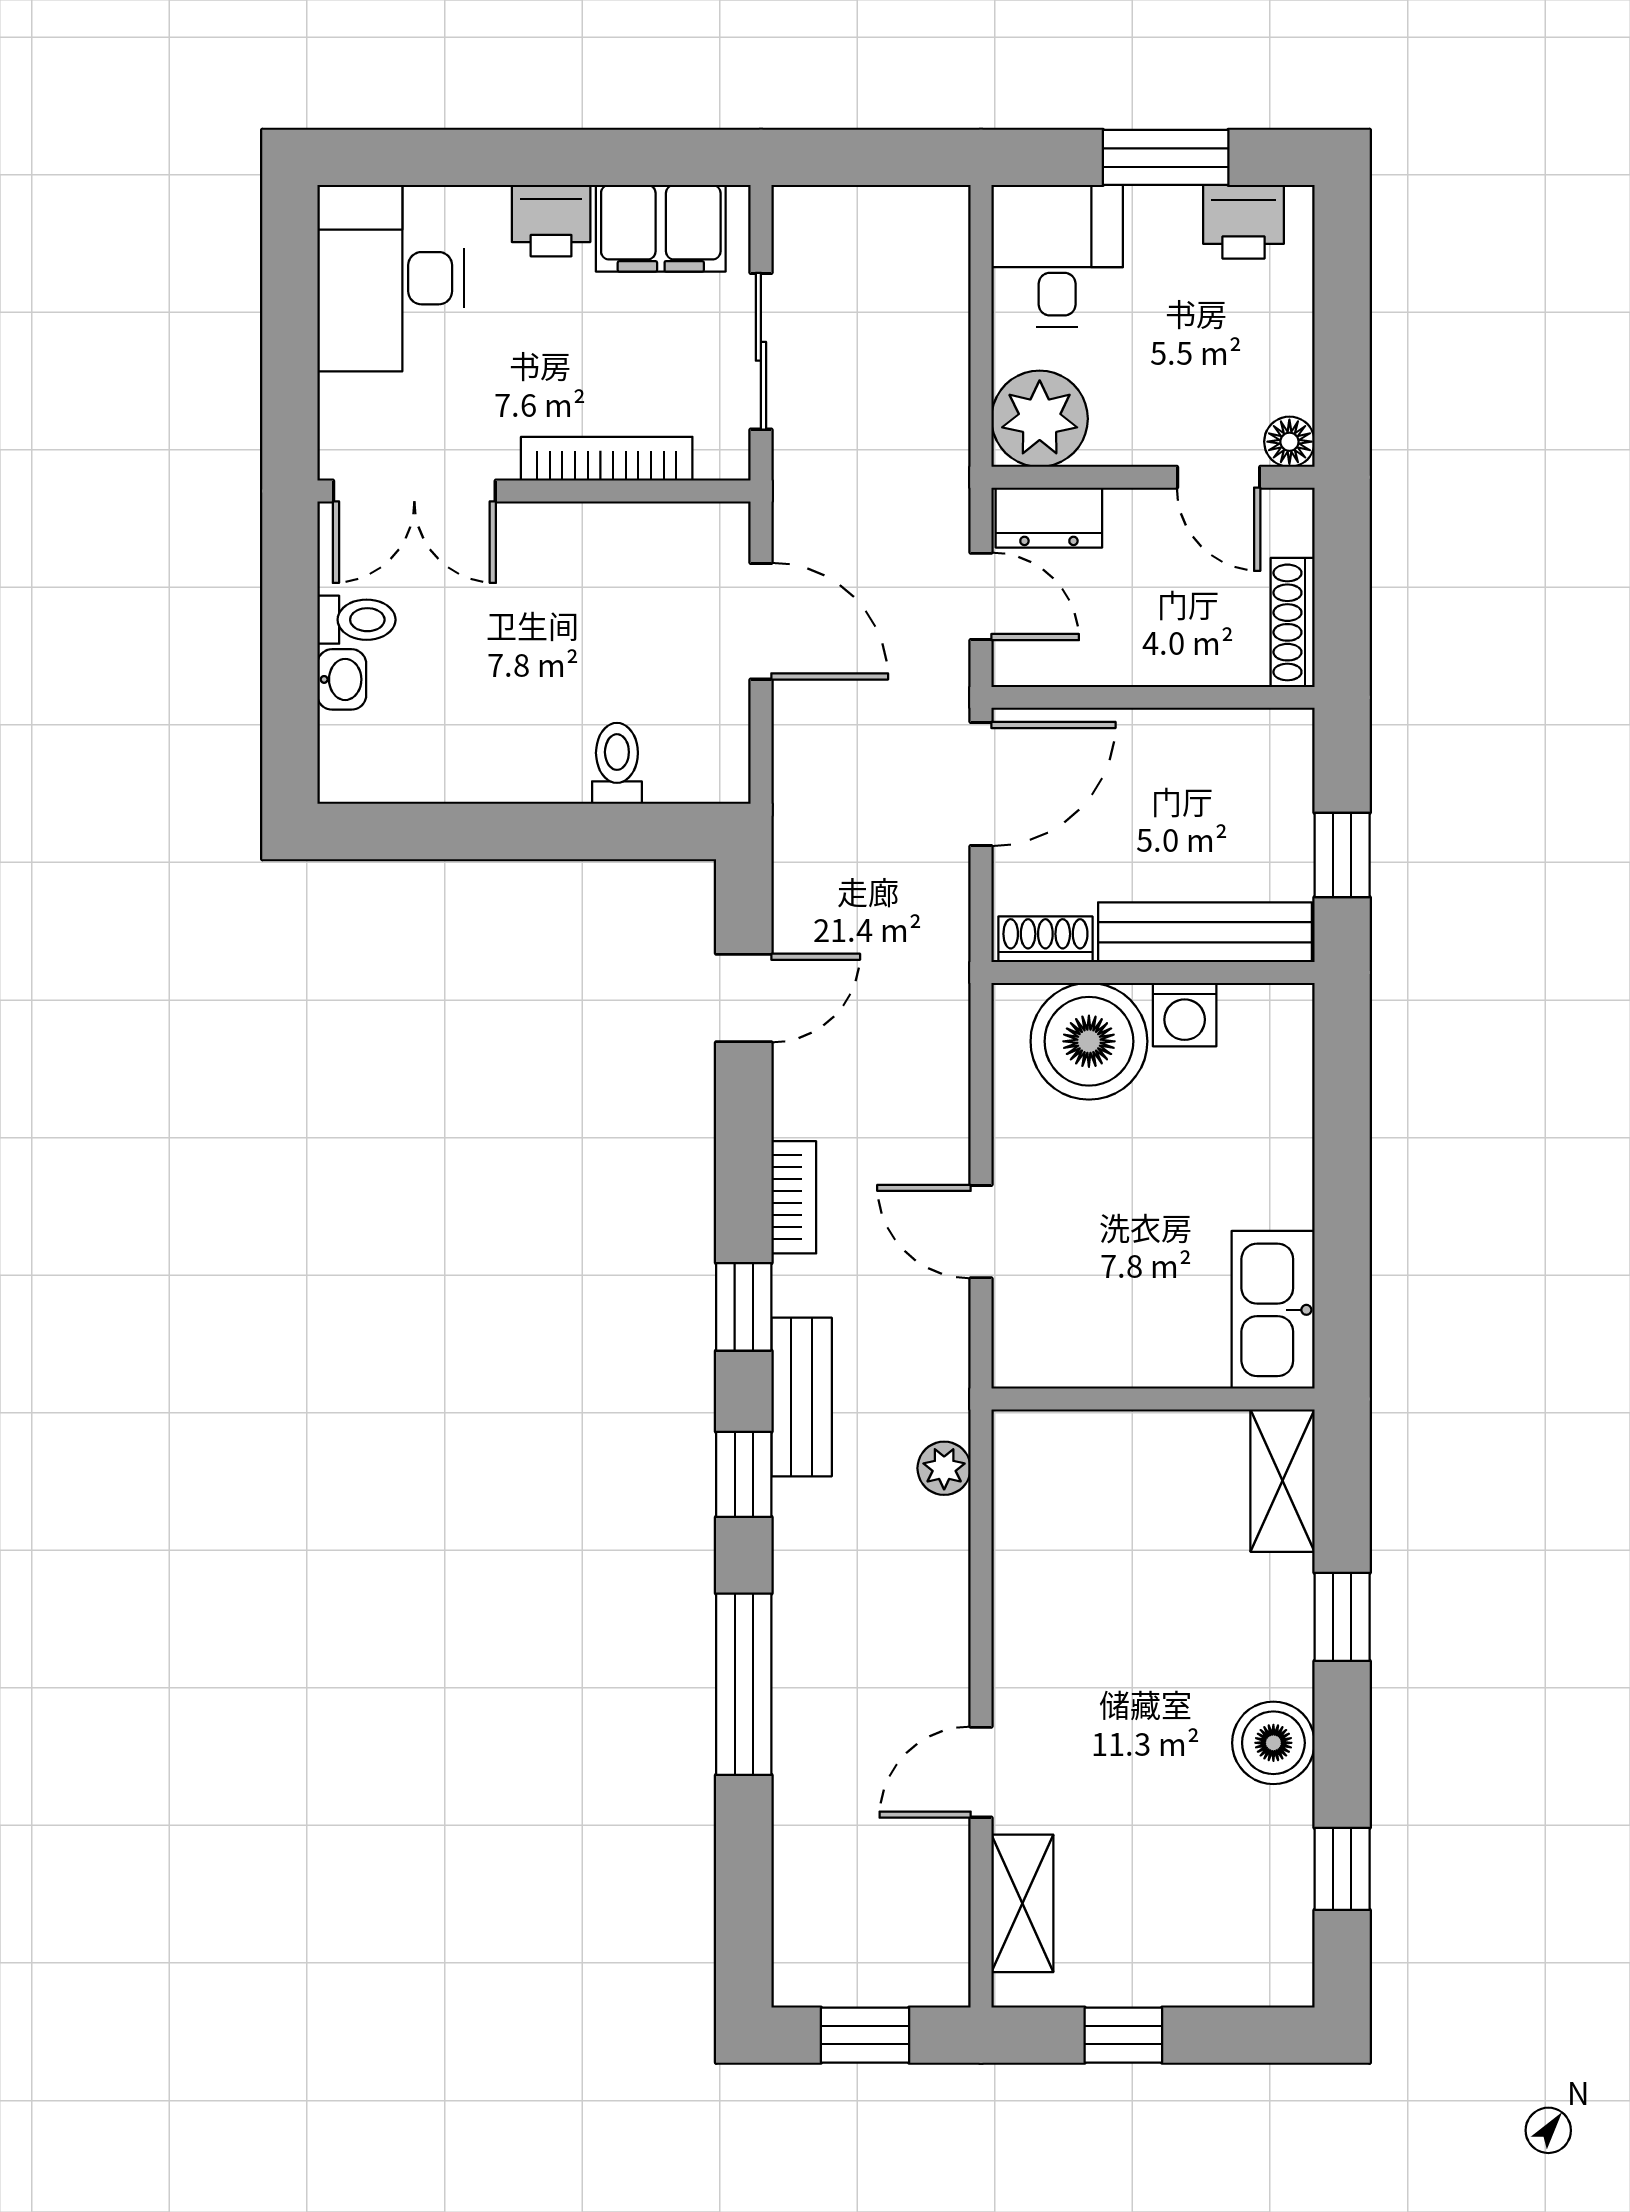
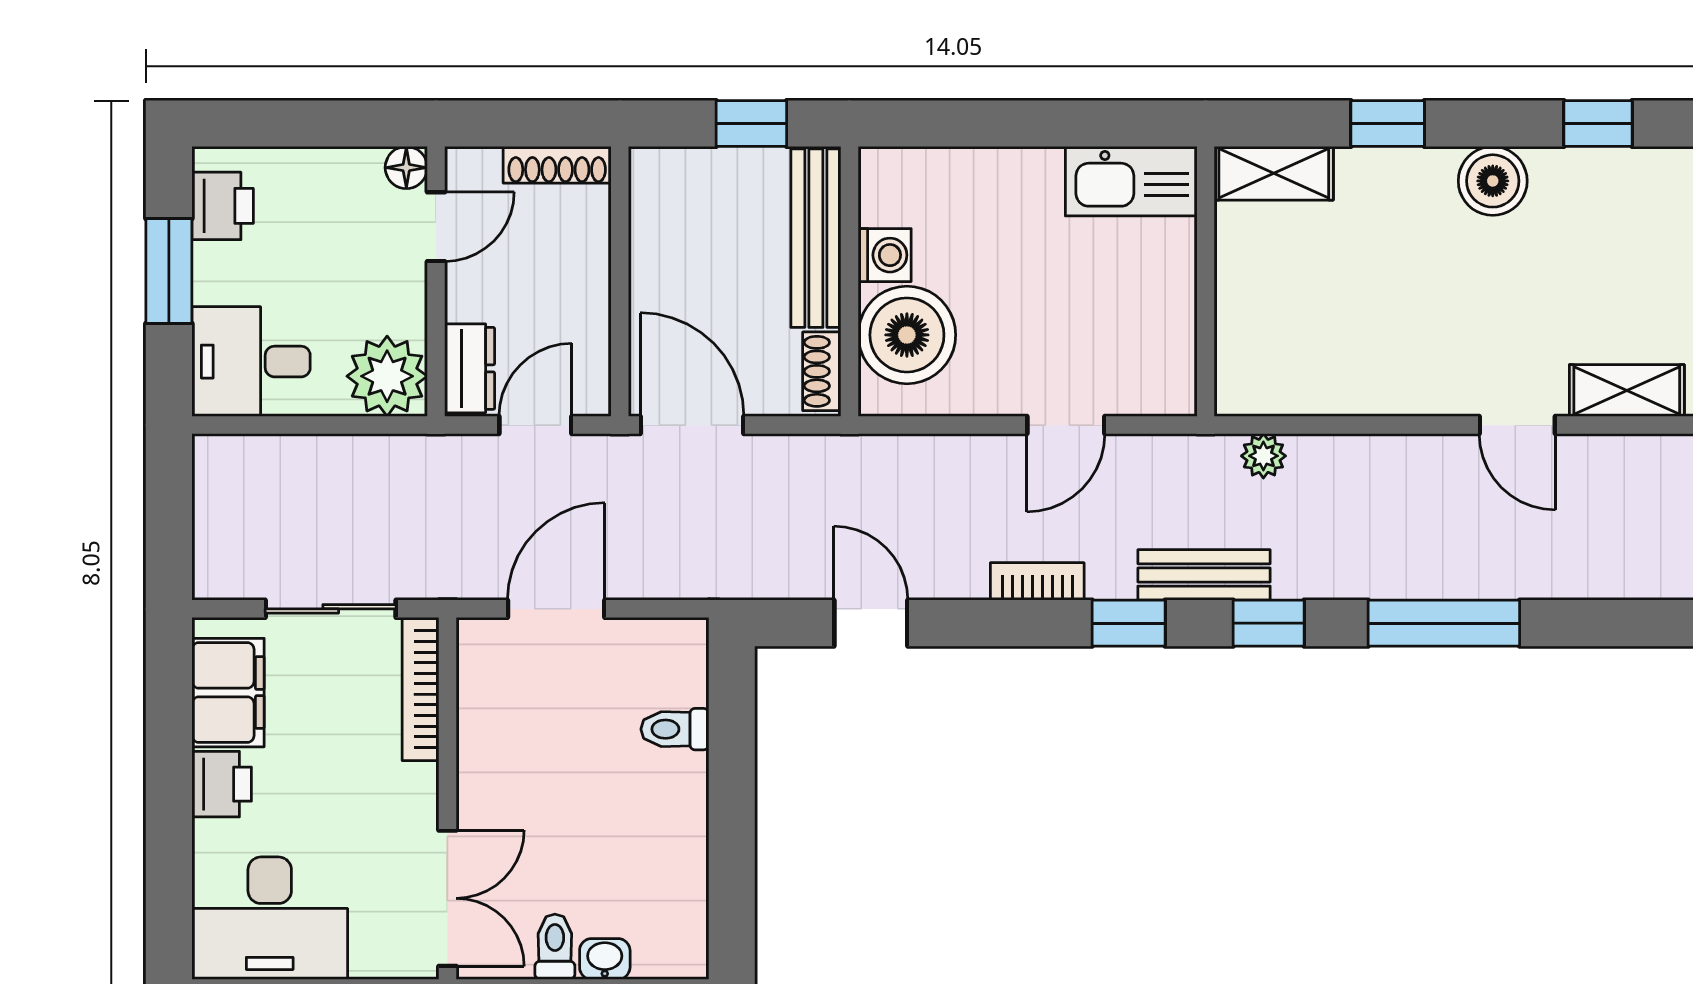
bookcase: (607, 459) -> (420, 689), moved

